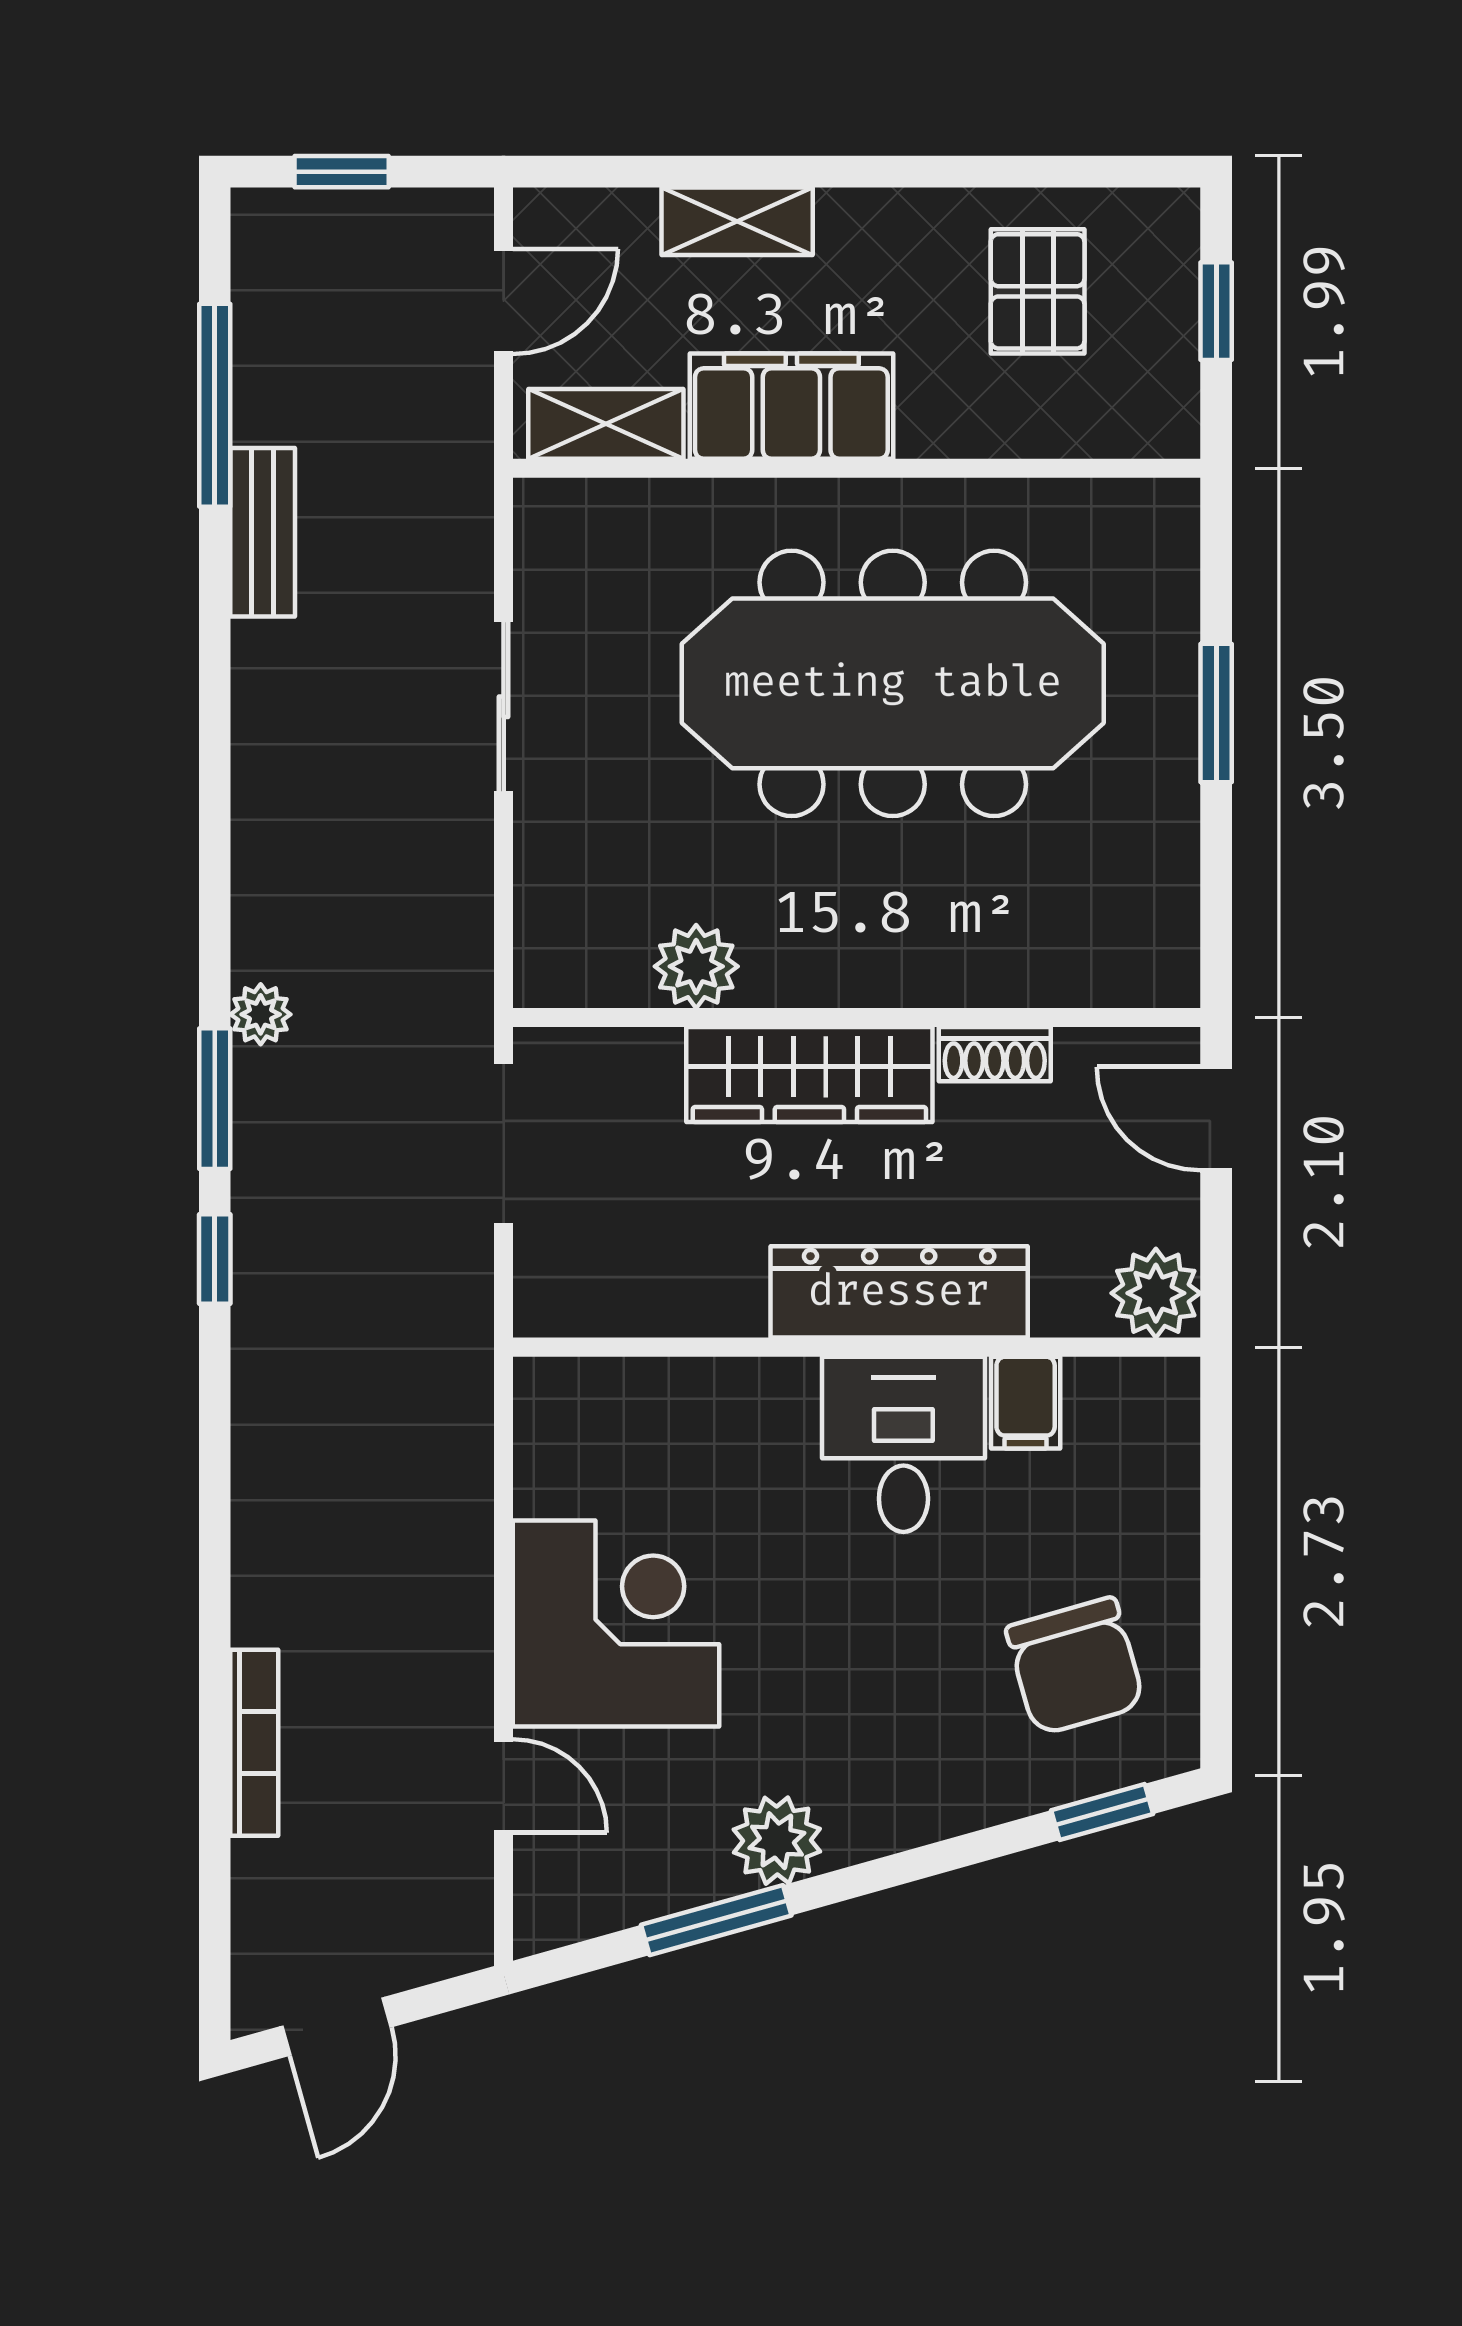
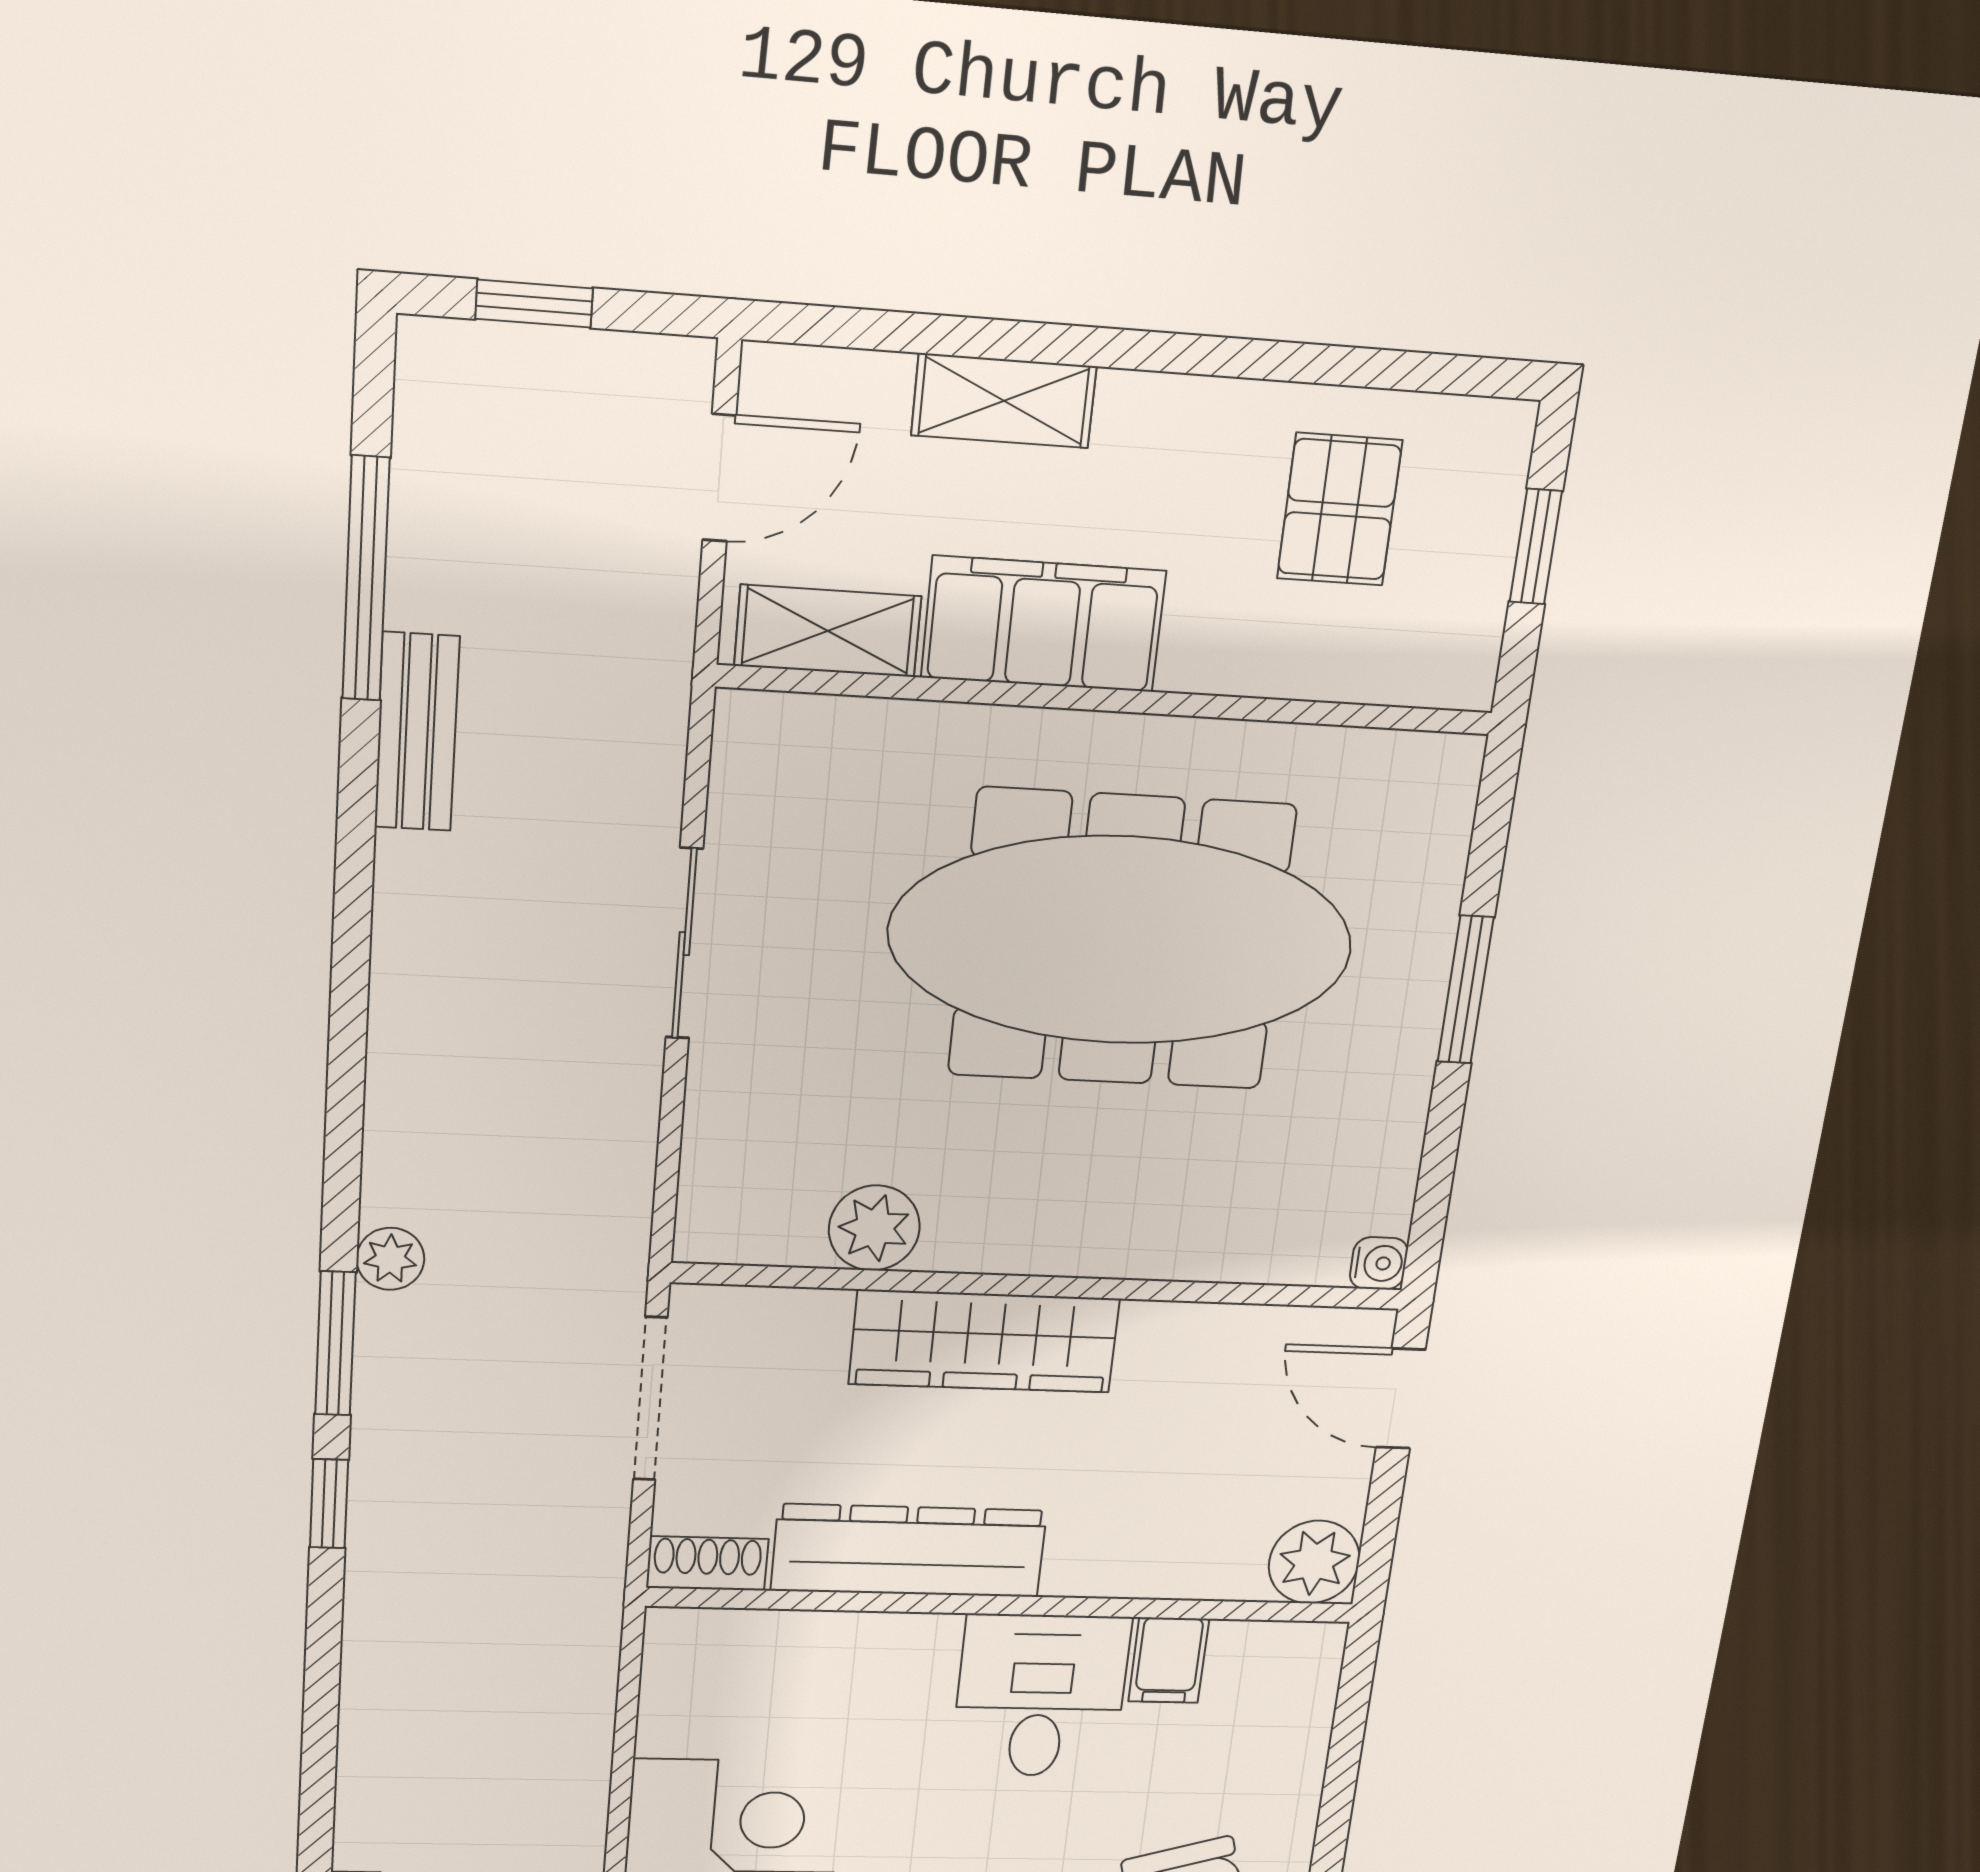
water cooler: (1174, 982) -> (1379, 1263), added
shoe rack: (995, 1054) -> (707, 1563), moved, turned 180
dresser: (899, 1292) -> (909, 1551), moved

